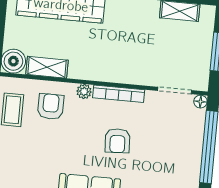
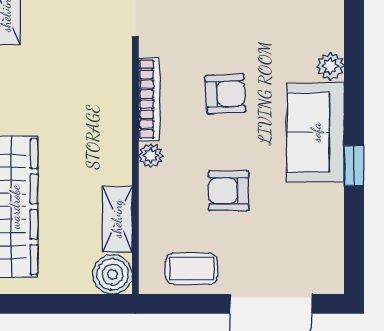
armchair: (51, 107) -> (229, 191), moved

